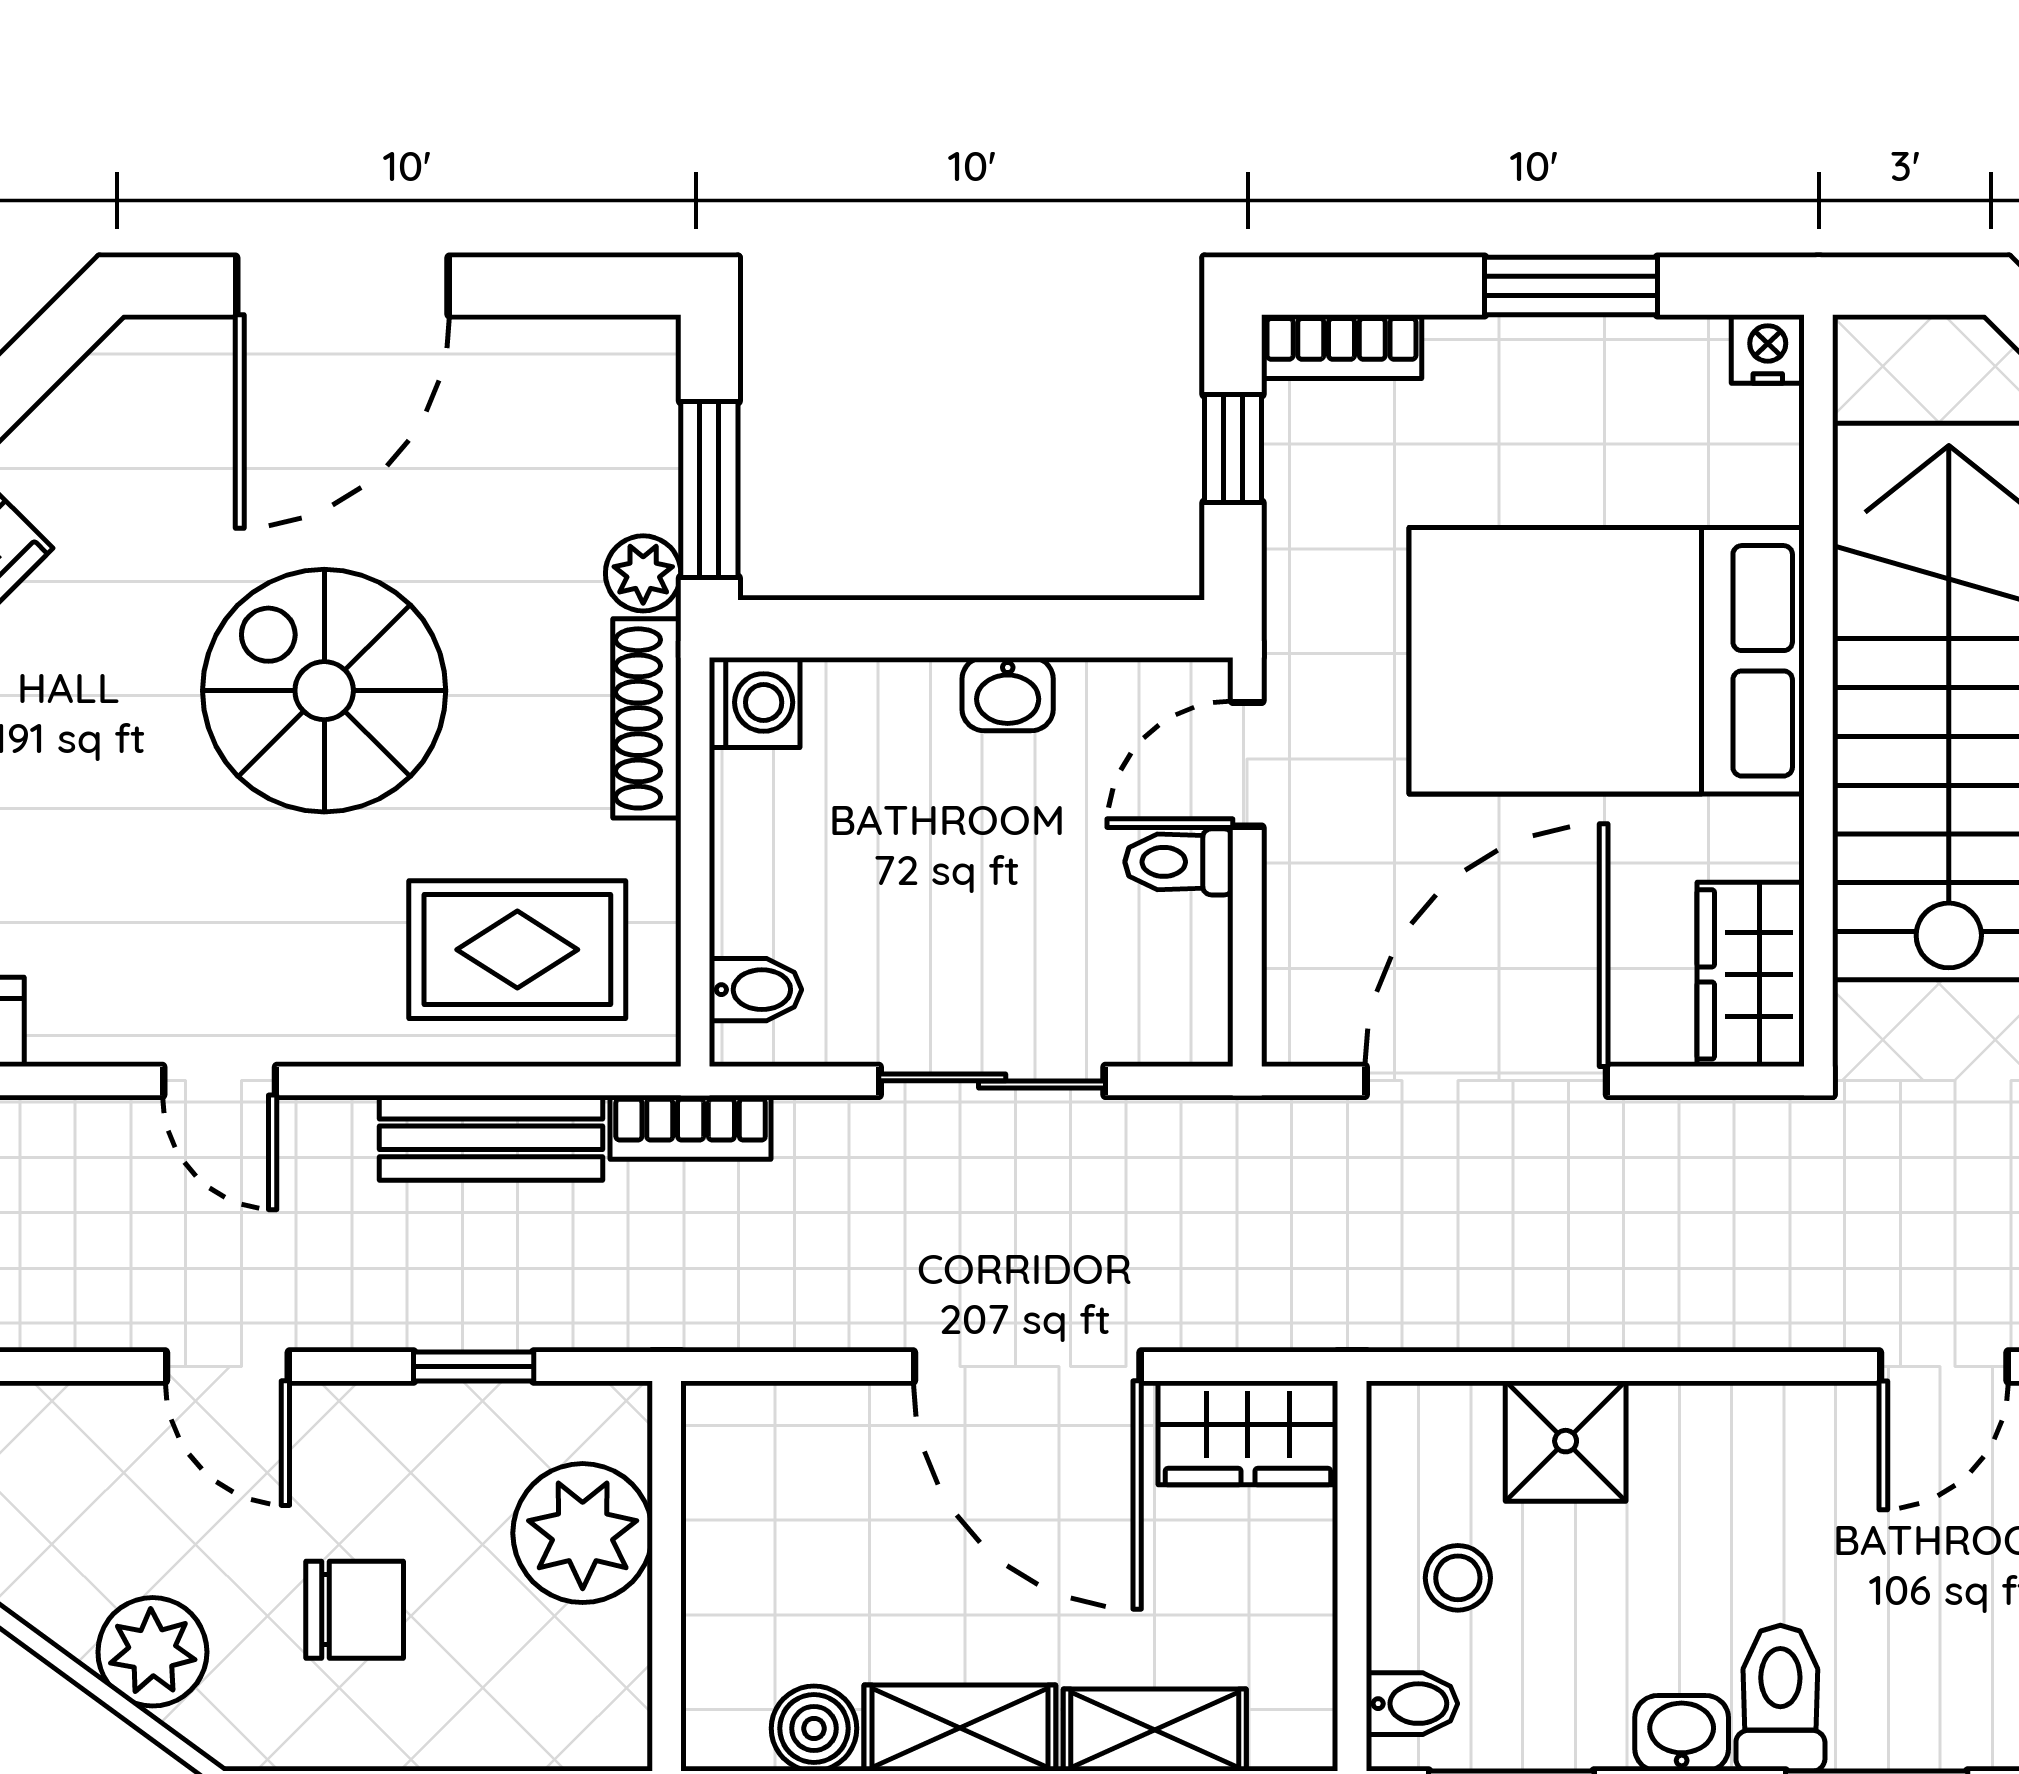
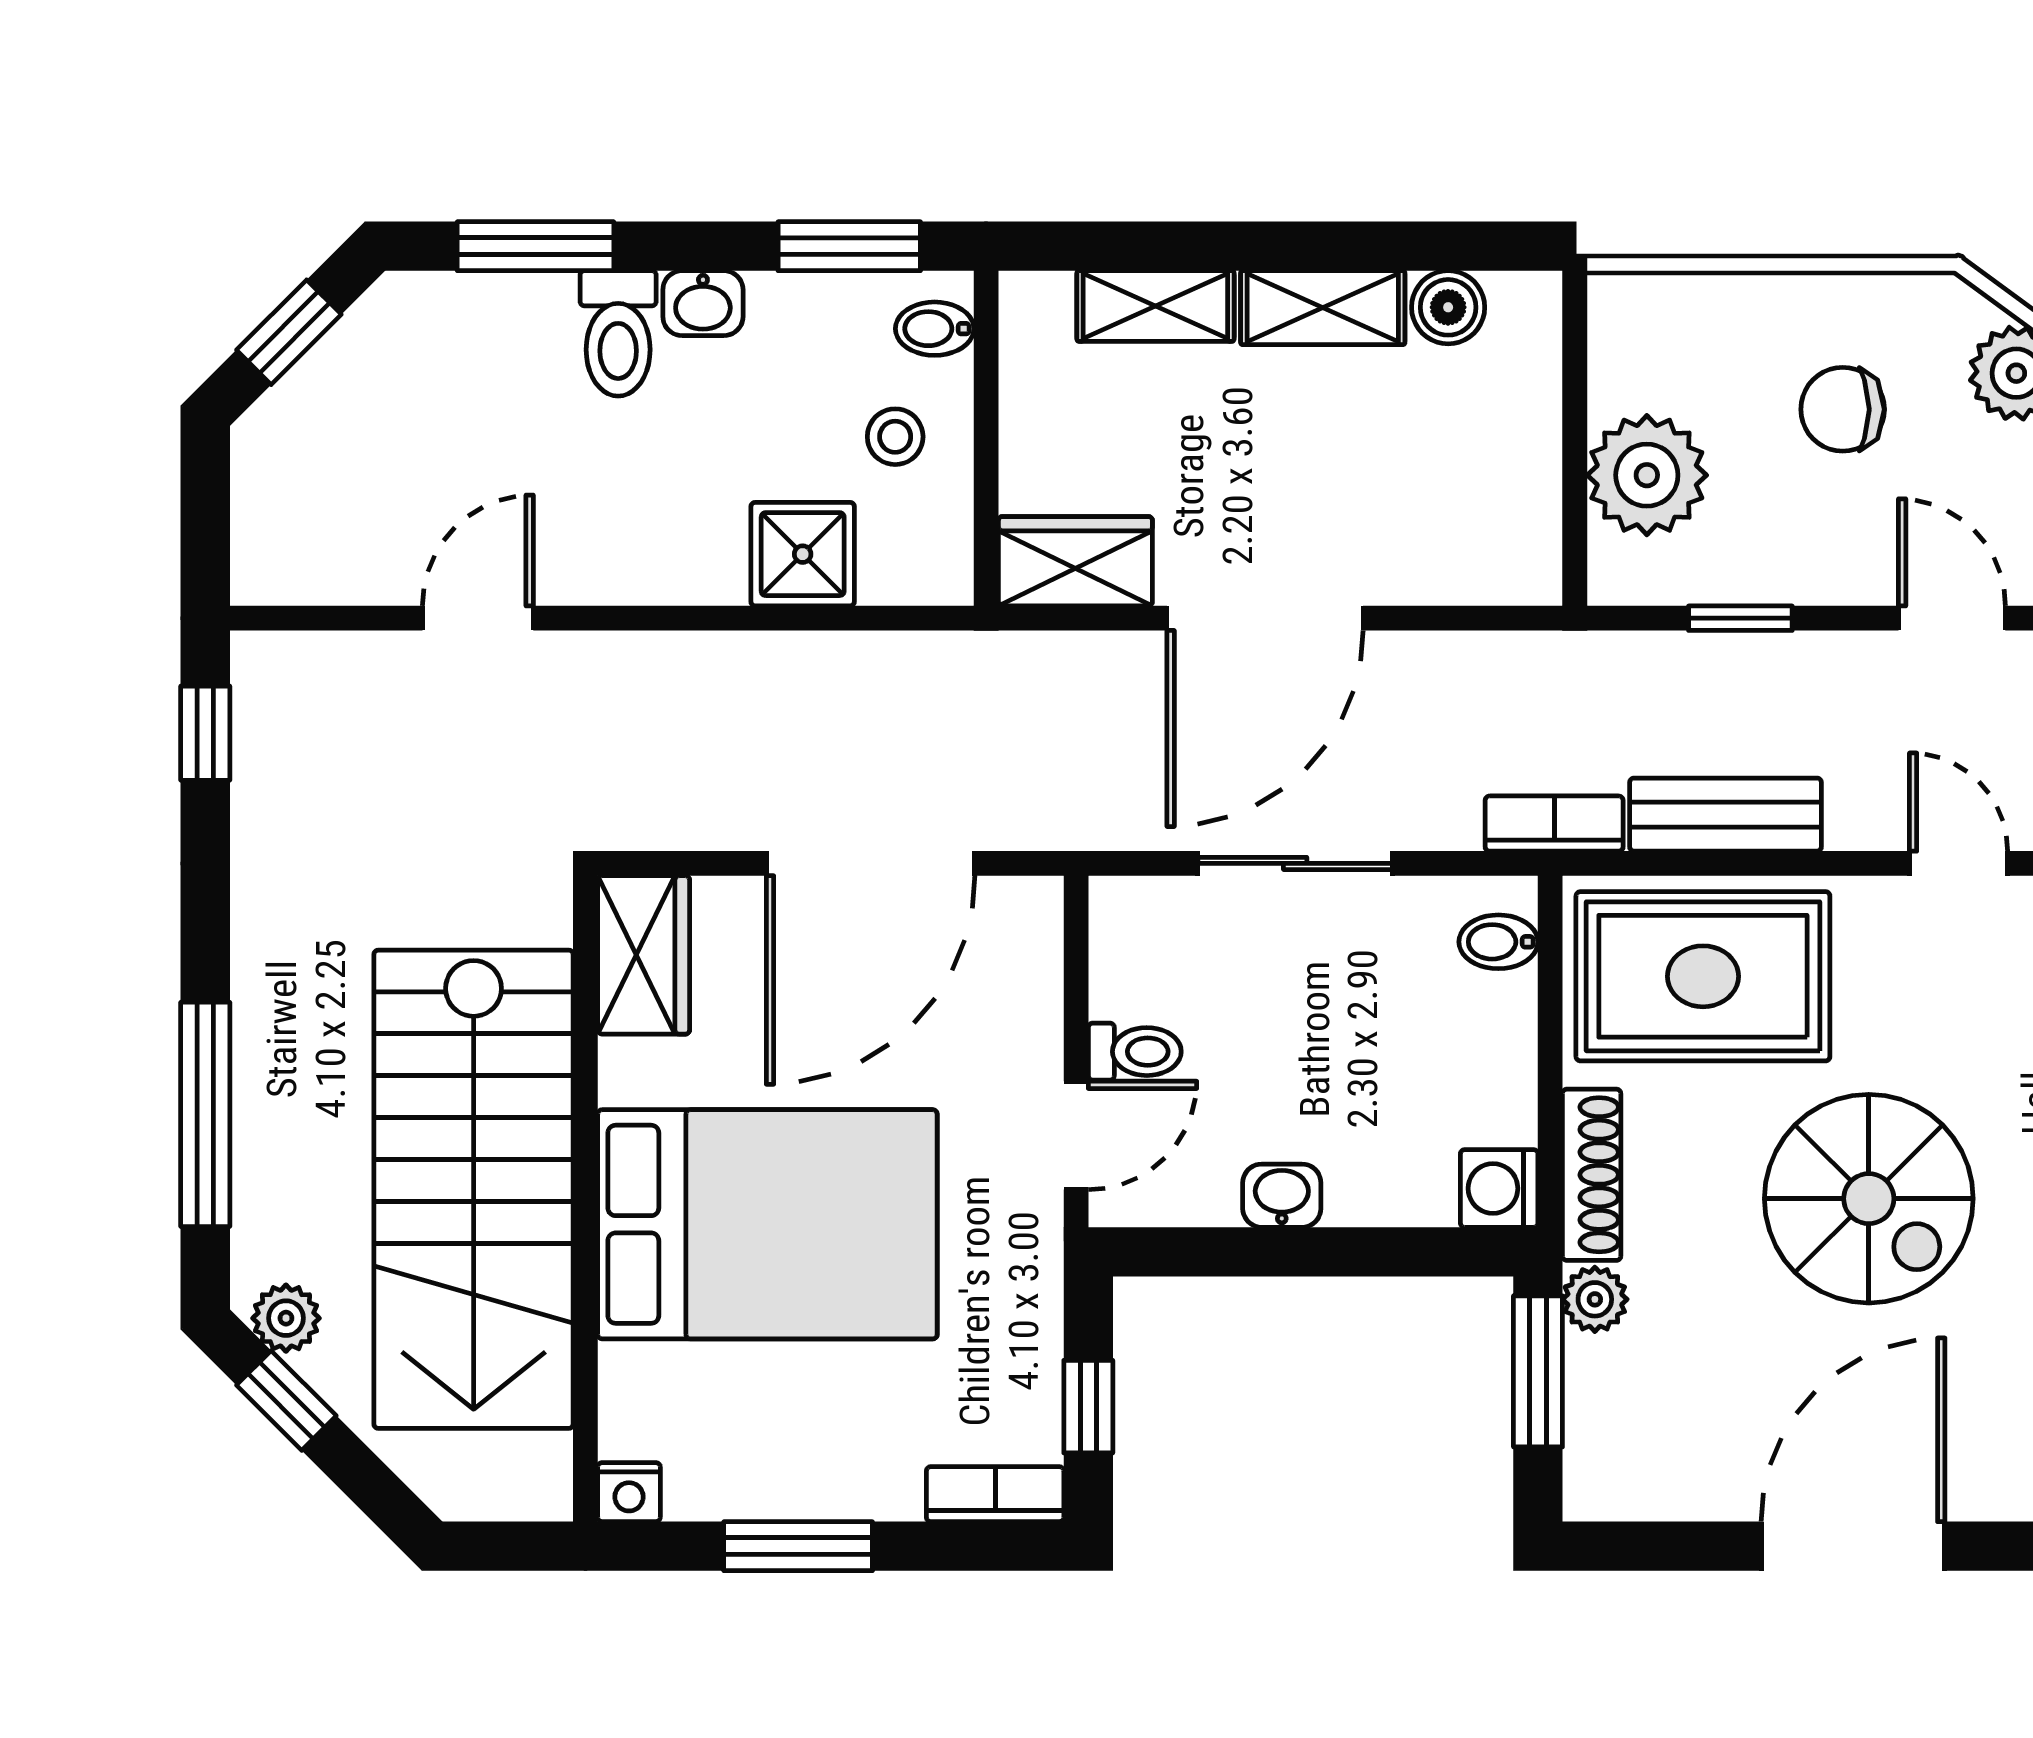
rug: (517, 950) -> (1703, 976), width x1.36, depth x1.43
door: (1027, 1367) -> (1265, 618), swing flipped

